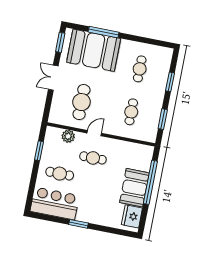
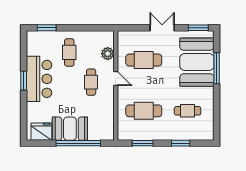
cafe table: (131, 112) -> (144, 111), width x1.37, depth x1.35
window: (39, 151) -> (47, 28), moved
bar counter: (55, 203) -> (39, 79), moved

